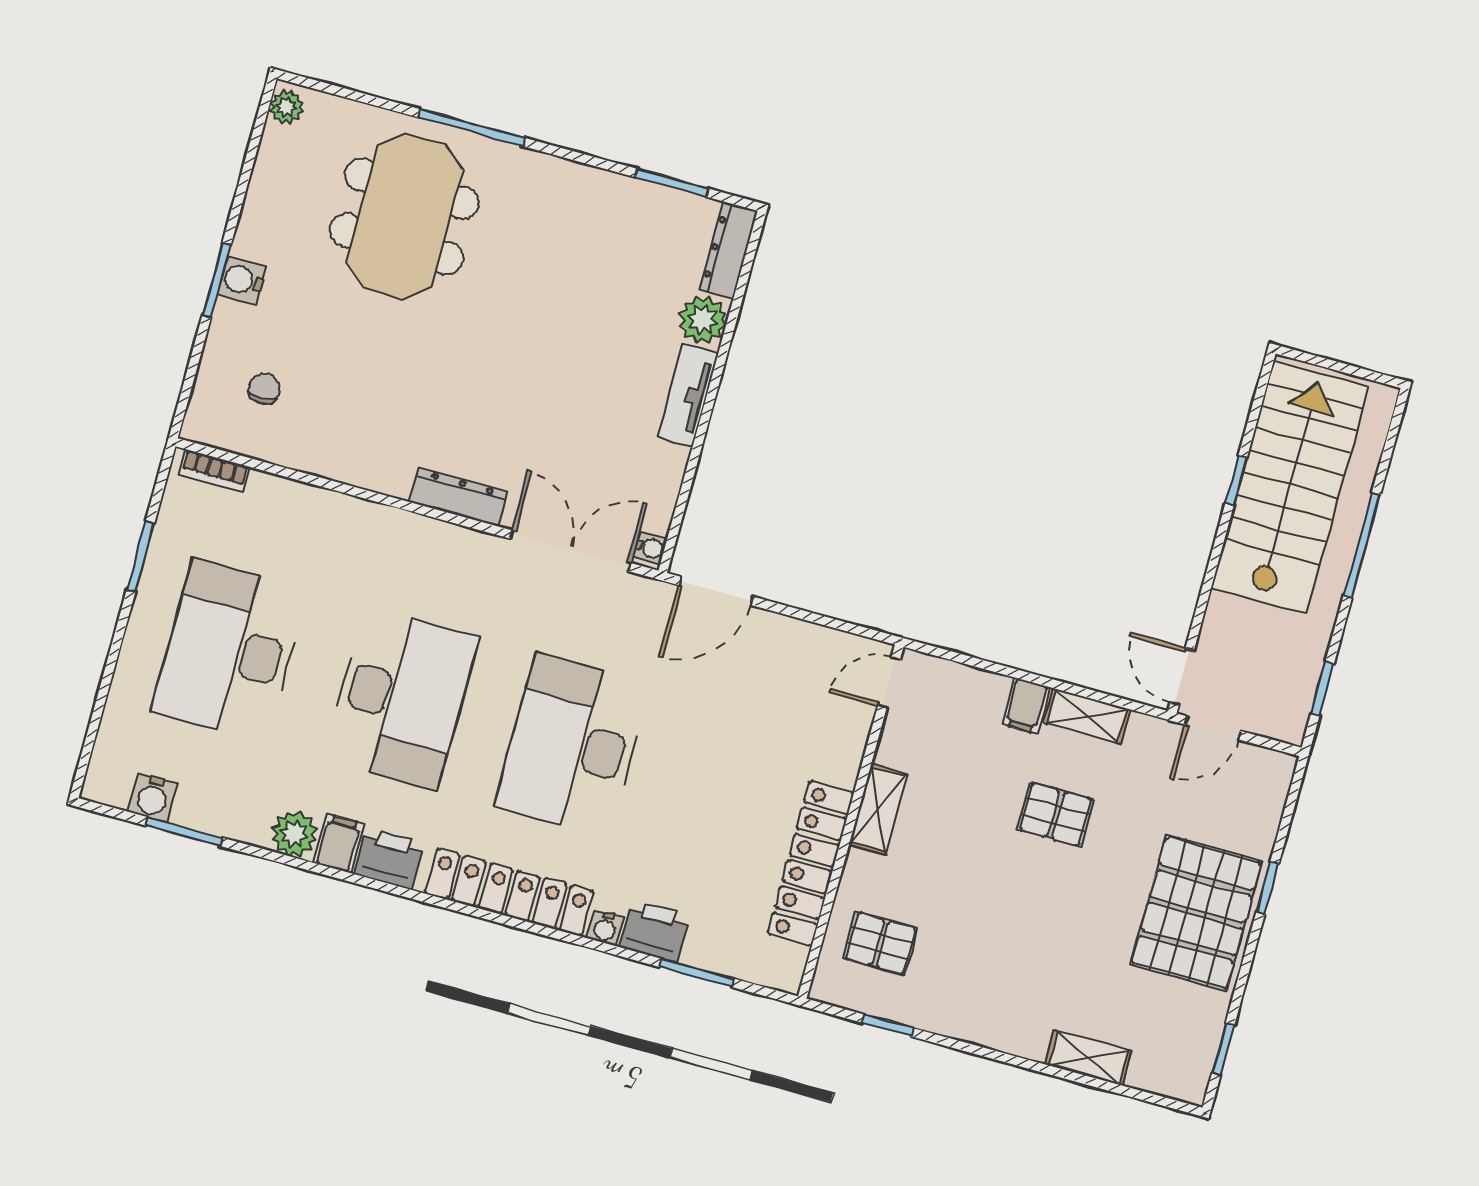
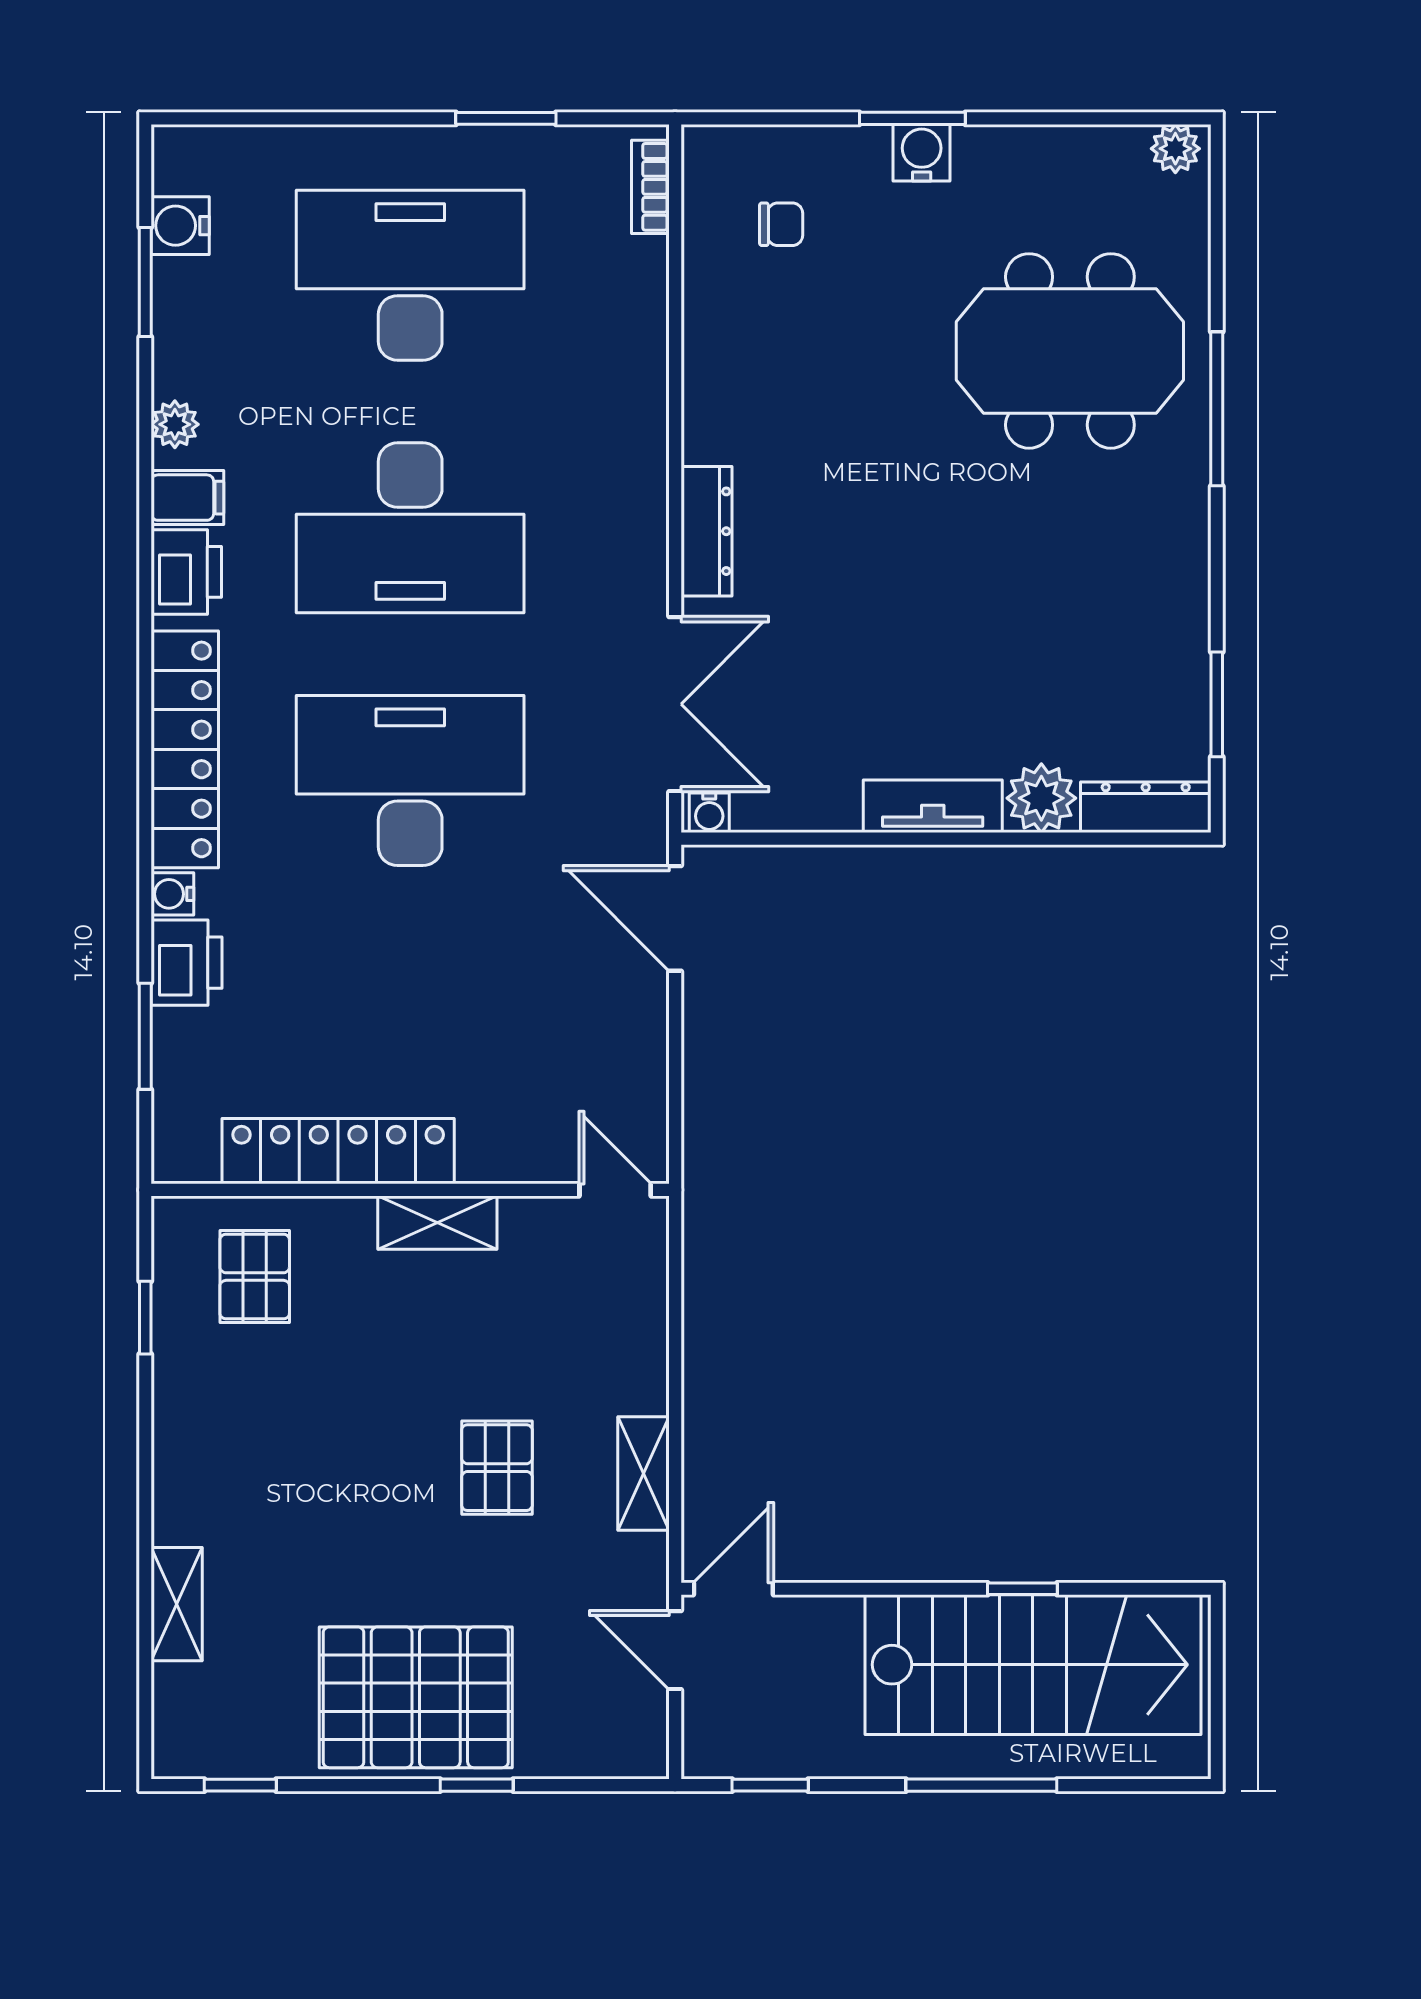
filing cabinet: (1026, 706) -> (635, 1386), removed
plant: (294, 834) -> (175, 424), width x0.73, depth x0.73

